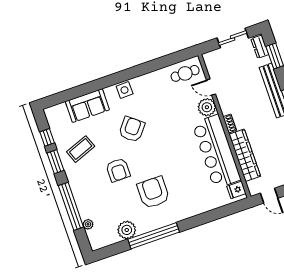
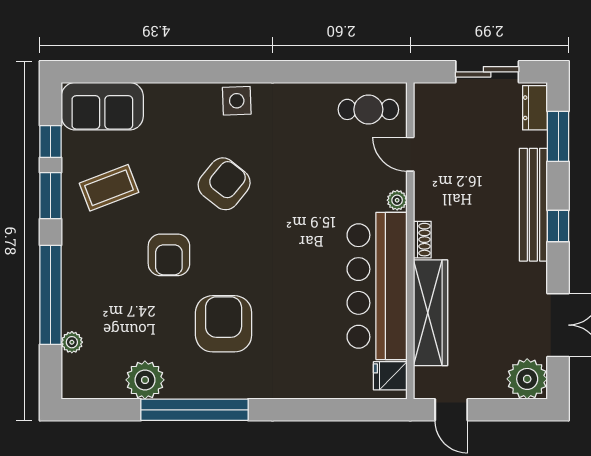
sofa: (87, 106) -> (102, 106), moved
plant: (207, 107) -> (397, 200), width x0.53, depth x0.53

